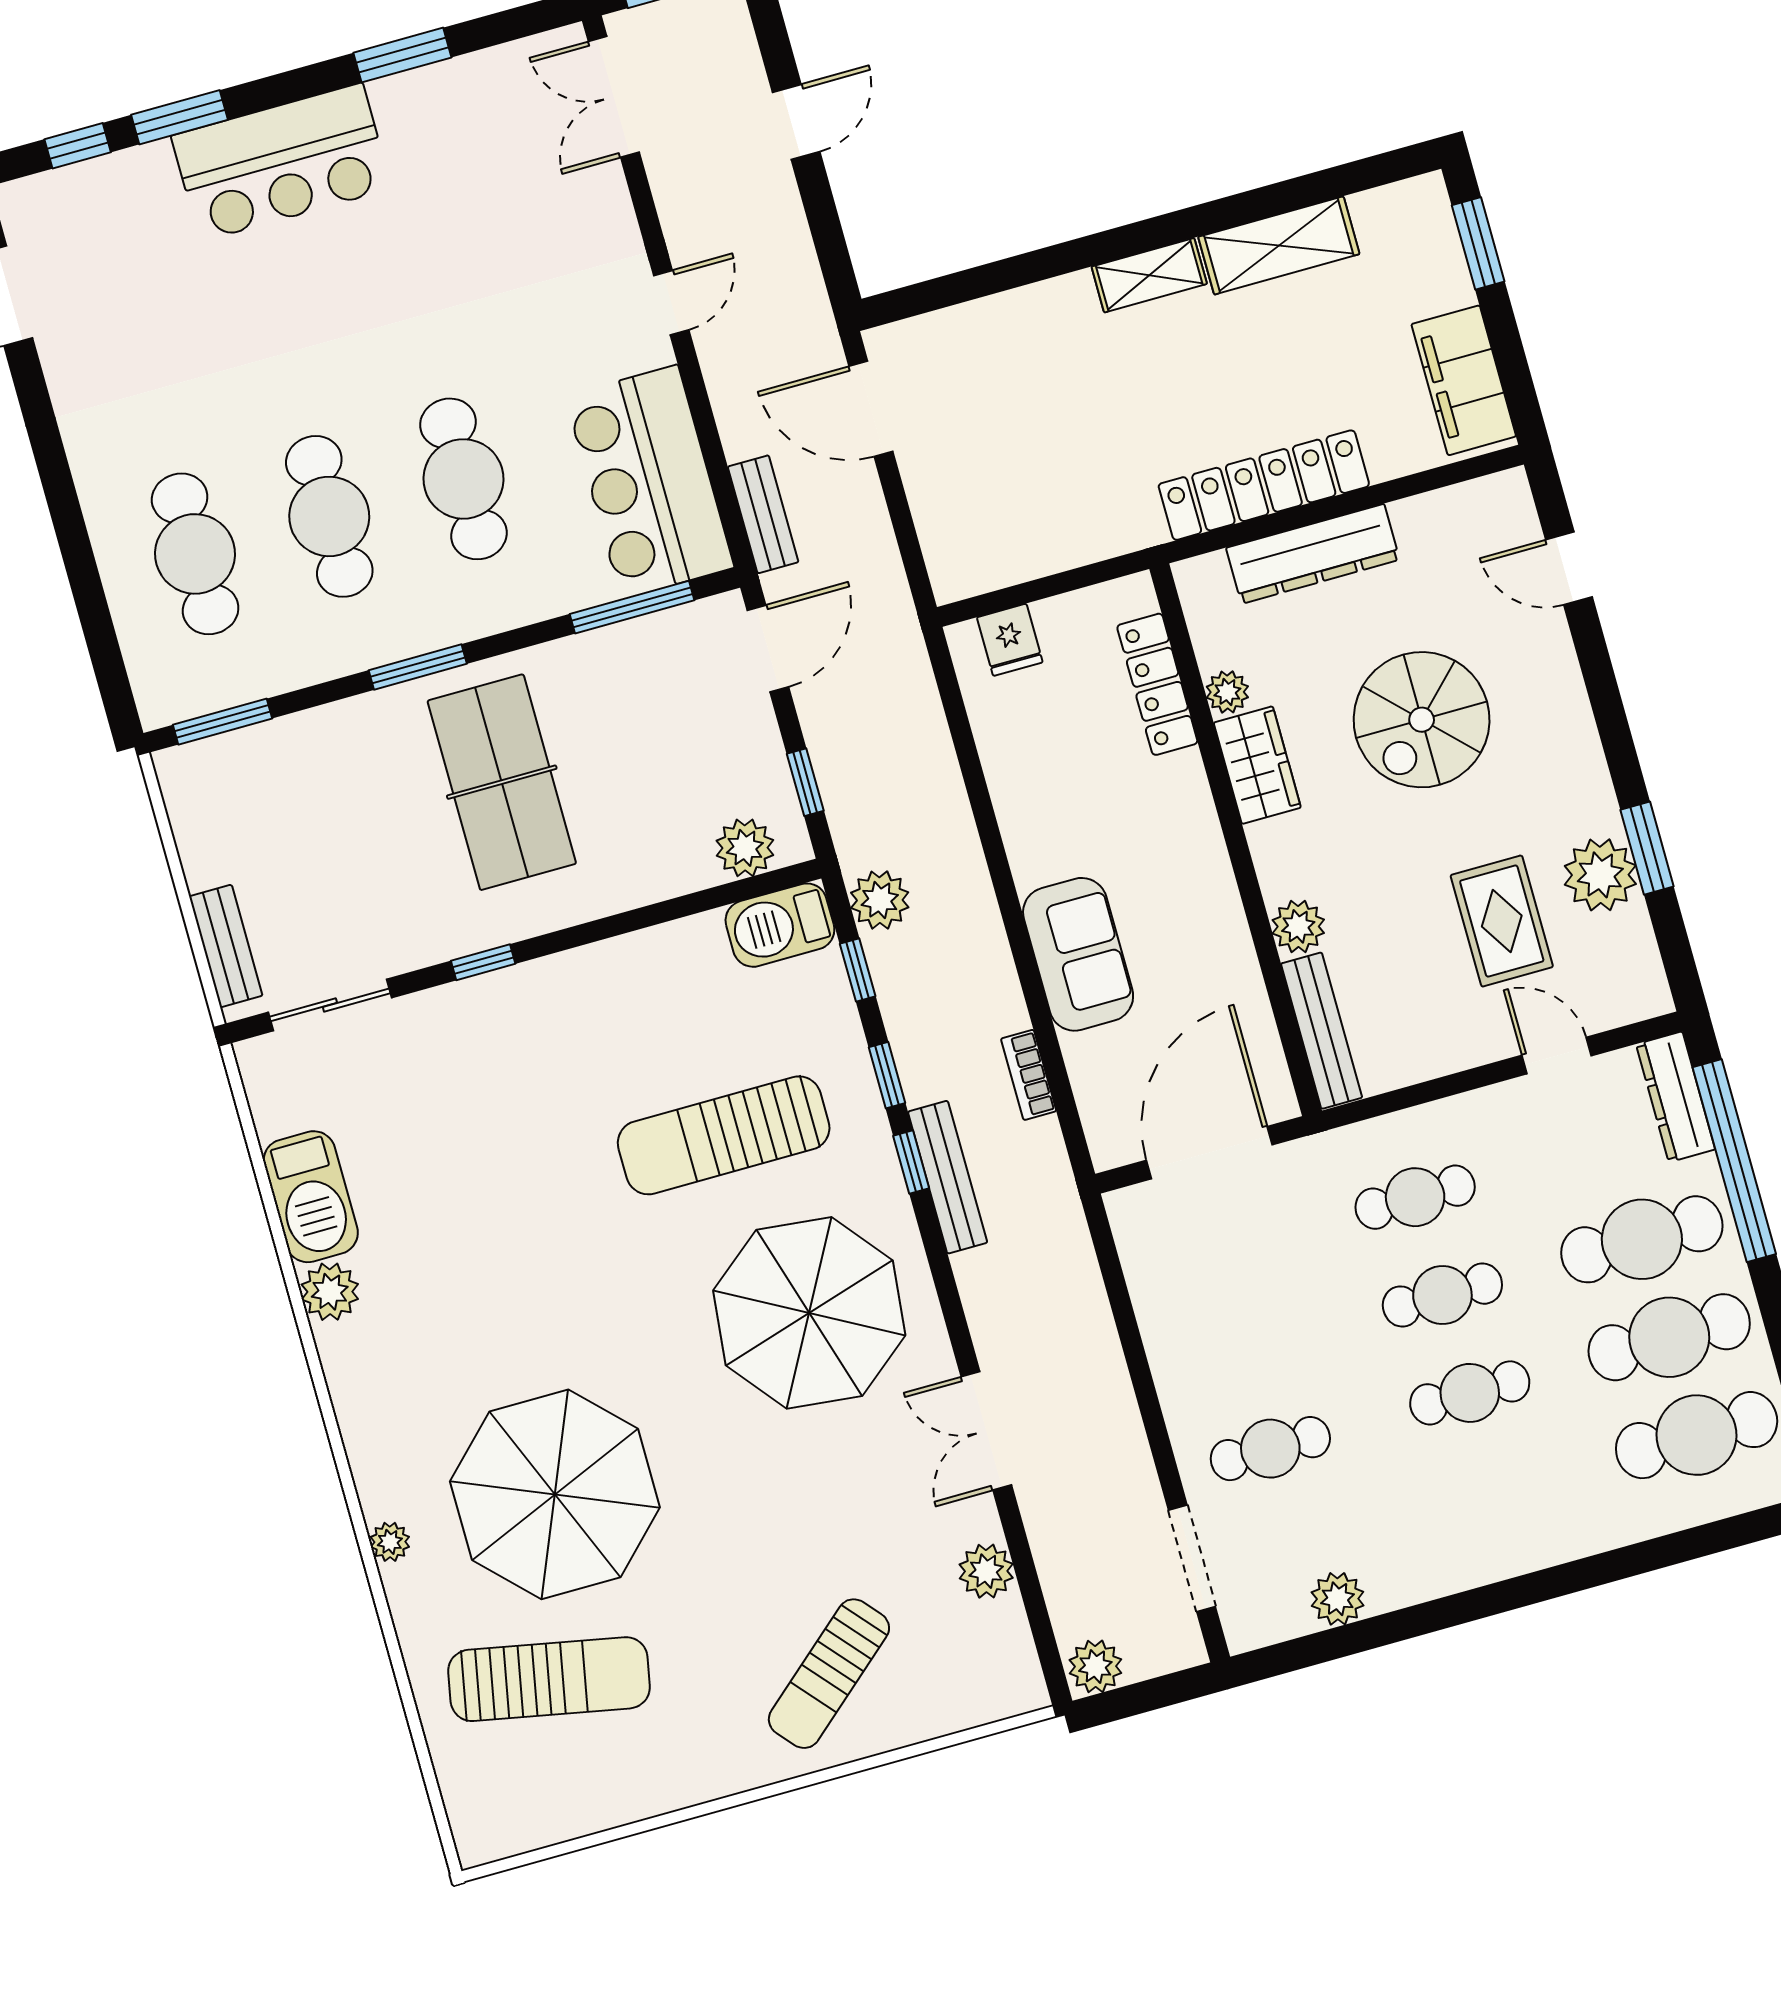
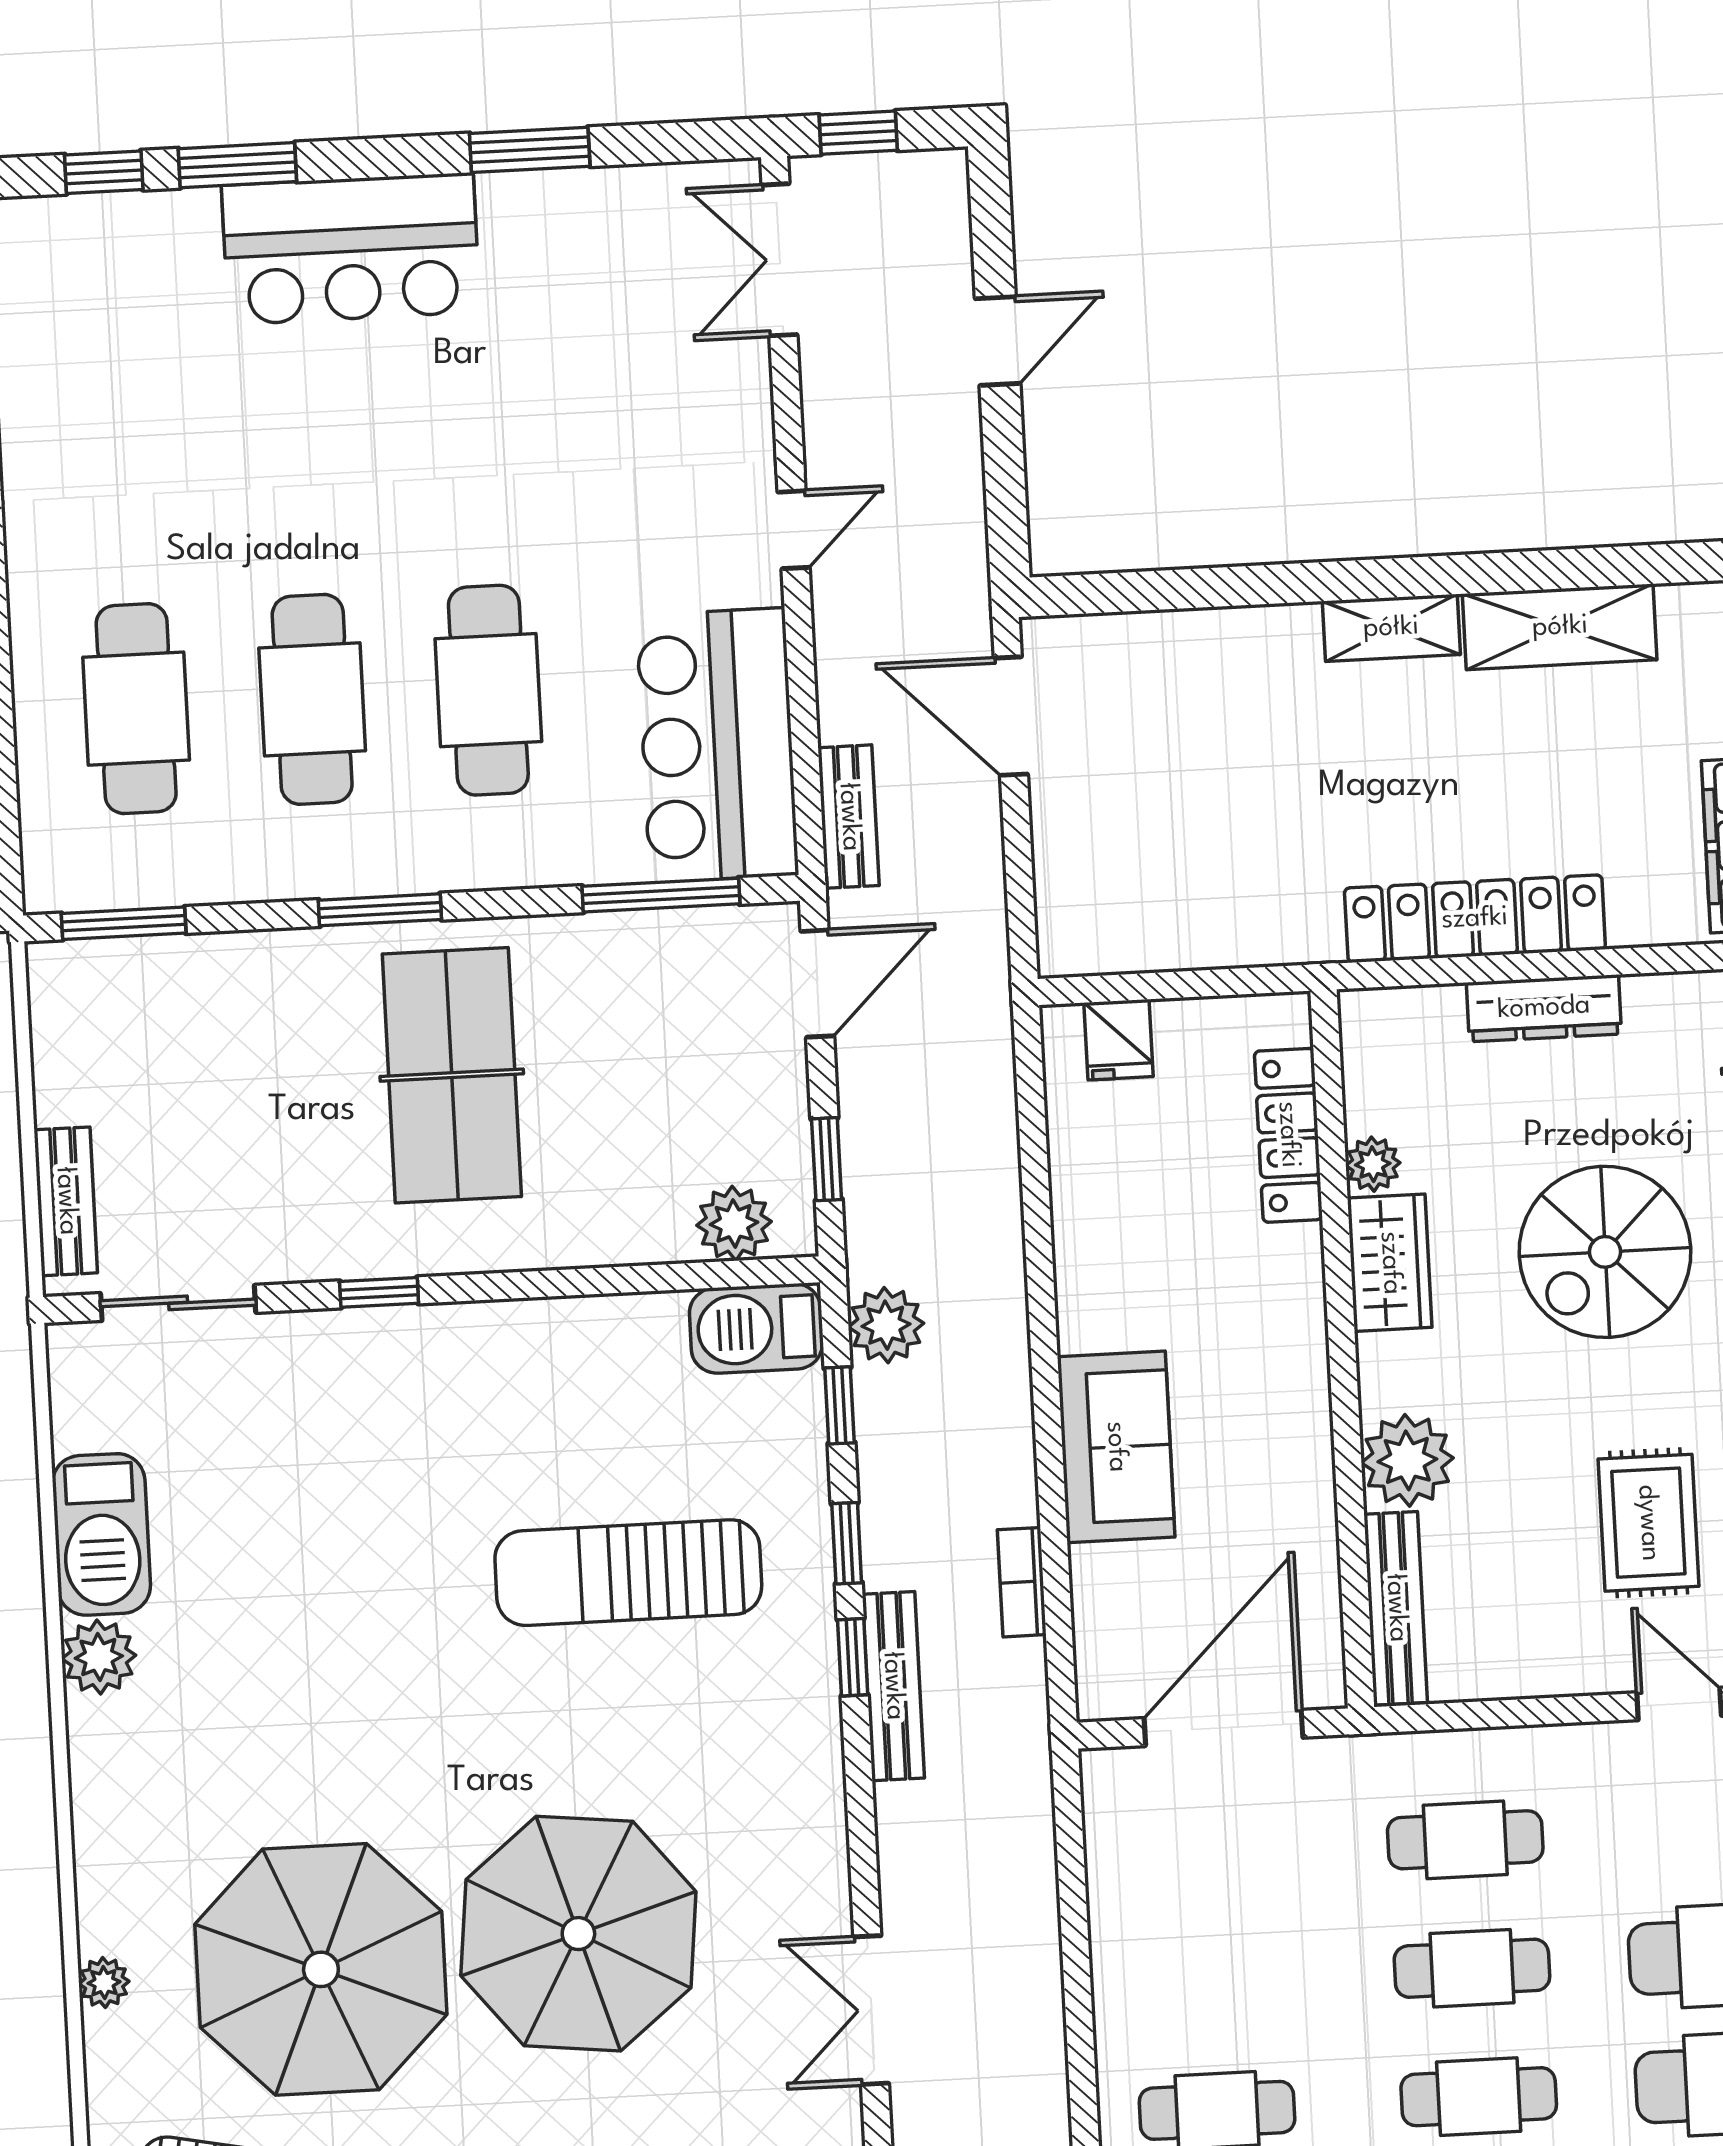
dresser: (1313, 554) -> (1544, 1008), width x0.73, depth x0.80
plant: (1298, 926) -> (1407, 1460), width x1.36, depth x1.36
parasol: (809, 1313) -> (578, 1934), moved

